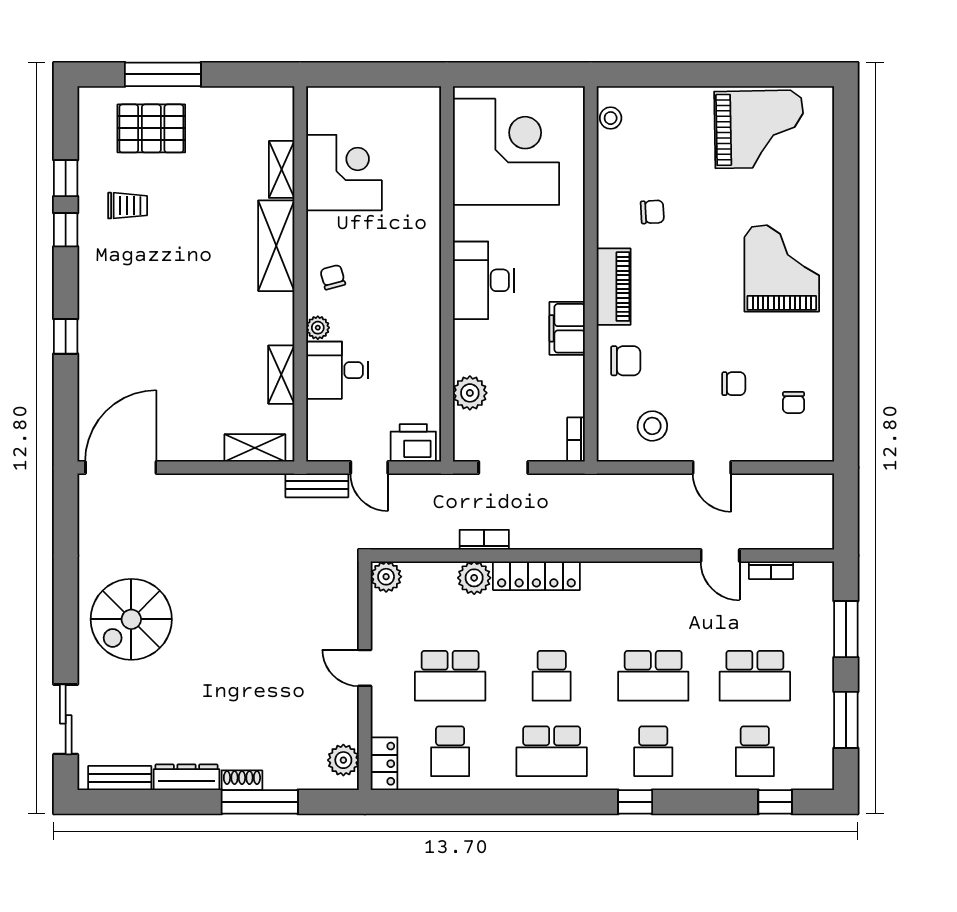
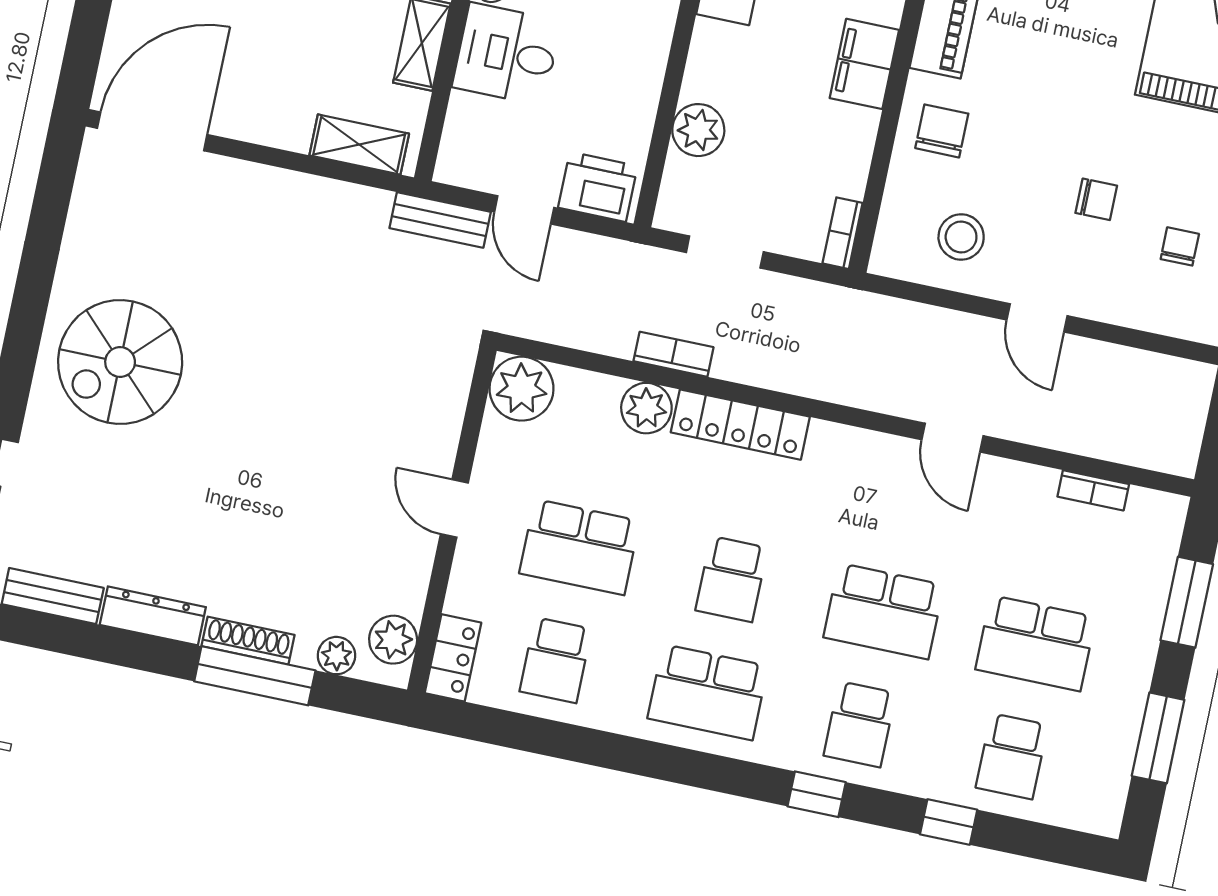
chair: (626, 361) -> (942, 131), turned -90
chair: (794, 403) -> (1180, 246), turned 180
door: (720, 555) -> (953, 438), moved
plant: (386, 577) -> (522, 389), width x1.36, depth x1.36
plant: (309, 778) -> (337, 656), added
shoe rack: (242, 780) -> (248, 641), width x1.43
window: (775, 802) -> (949, 822), moved

